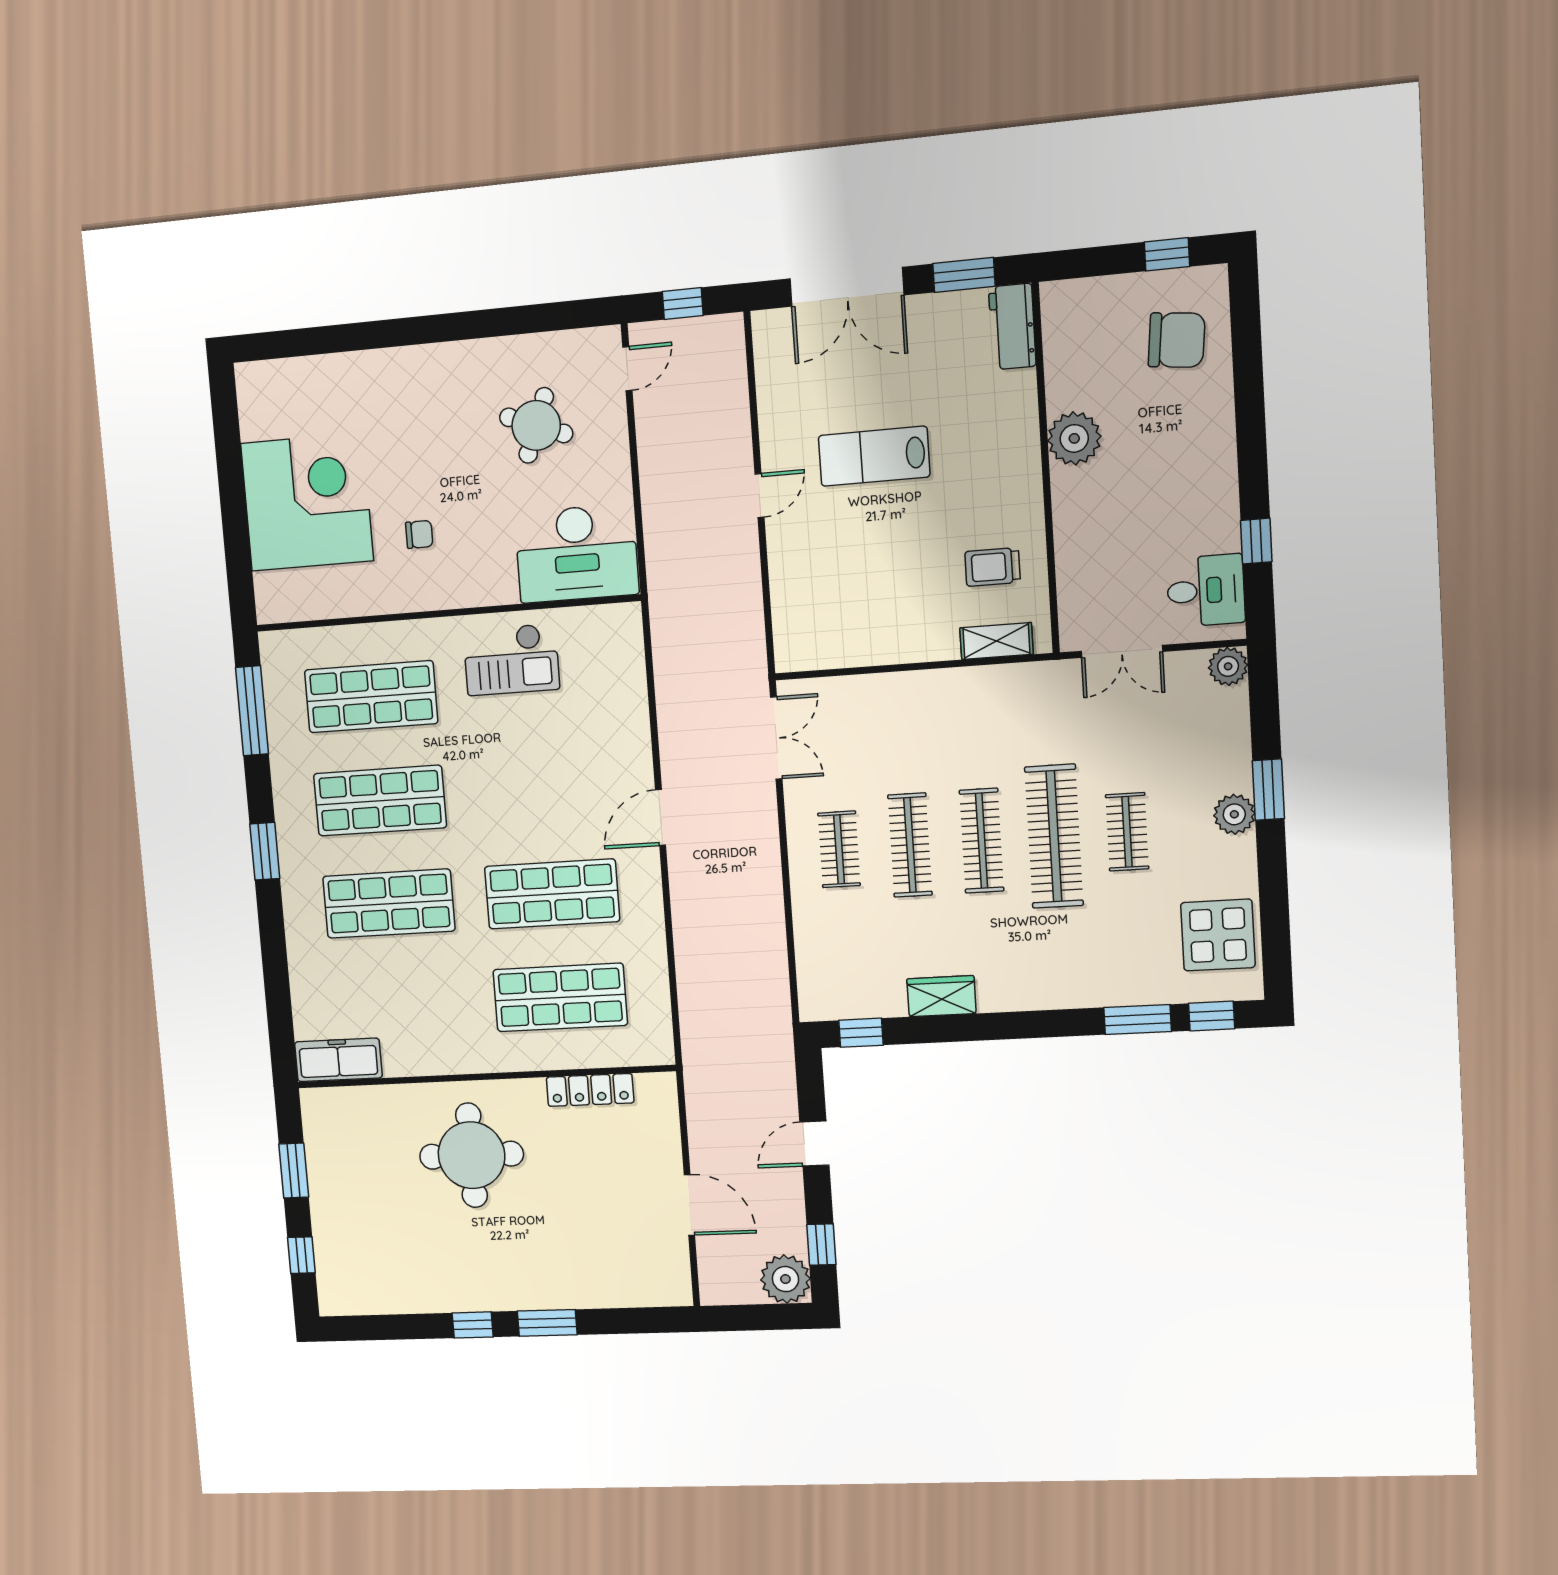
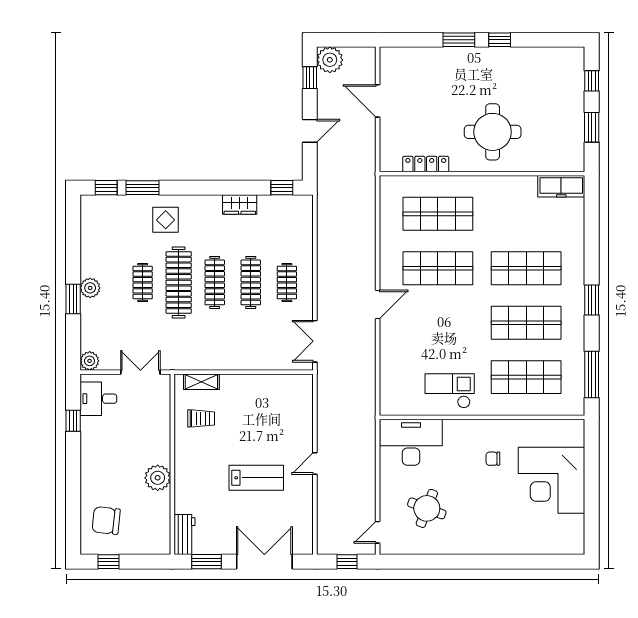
display table: (1218, 935) -> (166, 220), moved, width x0.73, depth x0.73

